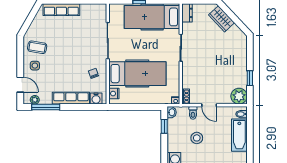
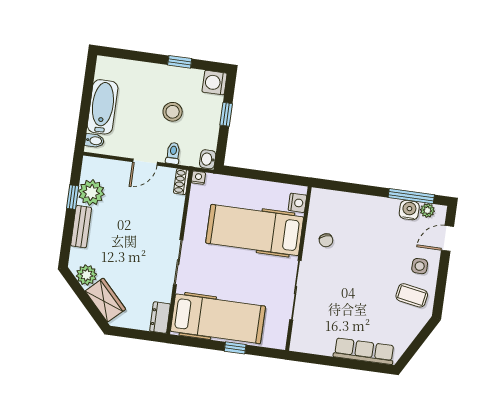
plant: (235, 32) -> (86, 275), added
bench: (242, 61) -> (81, 227), added
door: (20, 85) -> (448, 238), hinge flipped
plant: (239, 96) -> (91, 192), moved
row of seats: (71, 98) -> (368, 205), removed
water cooler: (96, 99) -> (409, 210), moved
door: (209, 105) -> (145, 162), swing flipped
window: (164, 126) -> (226, 114), moved

